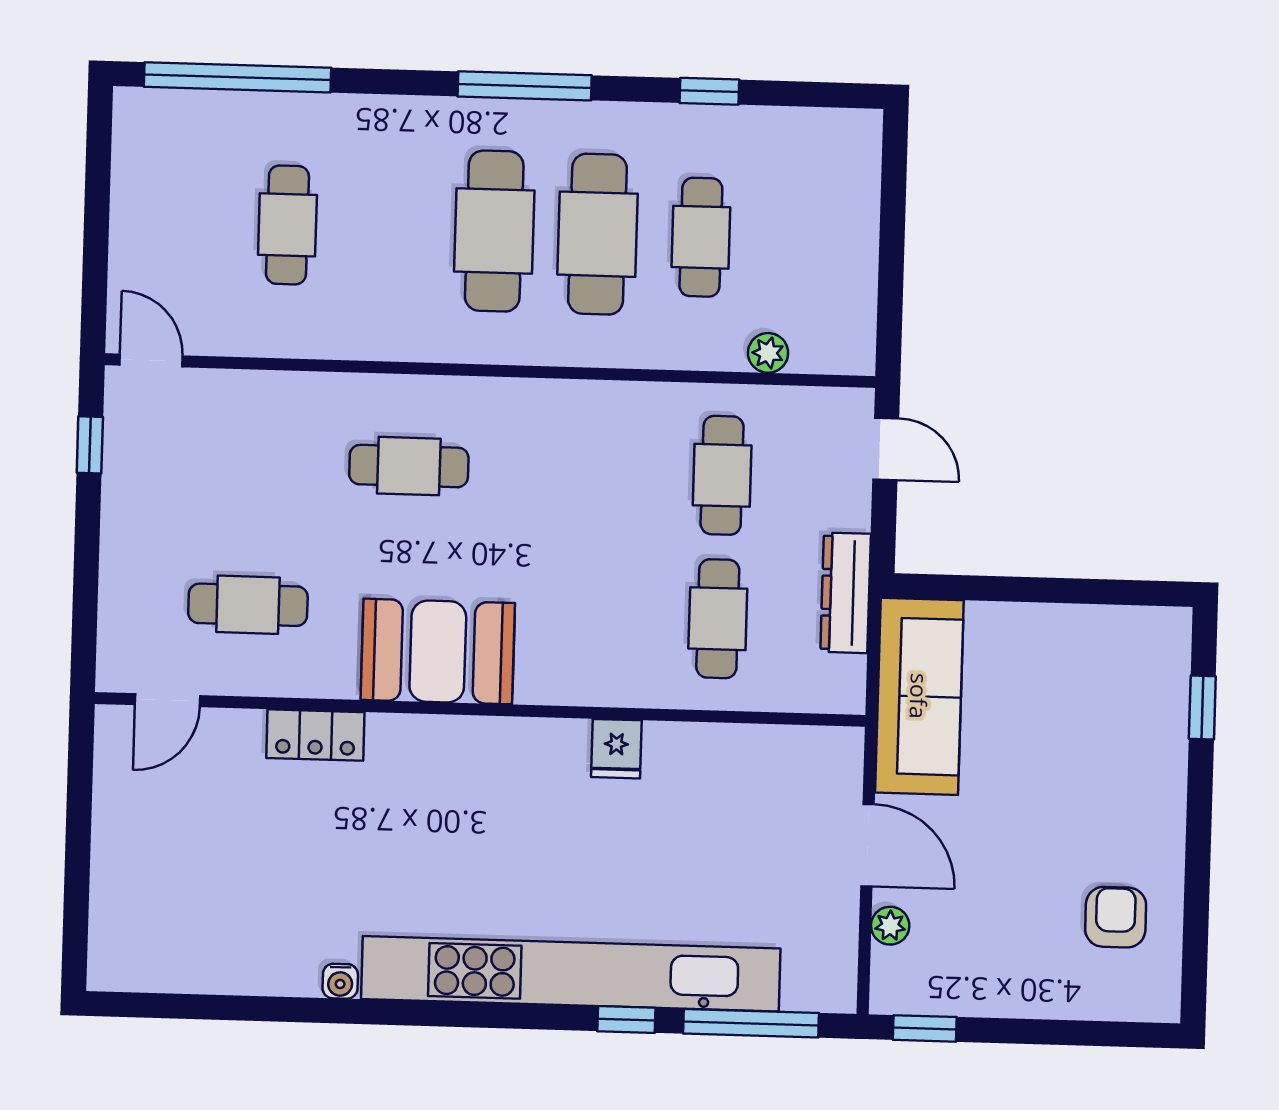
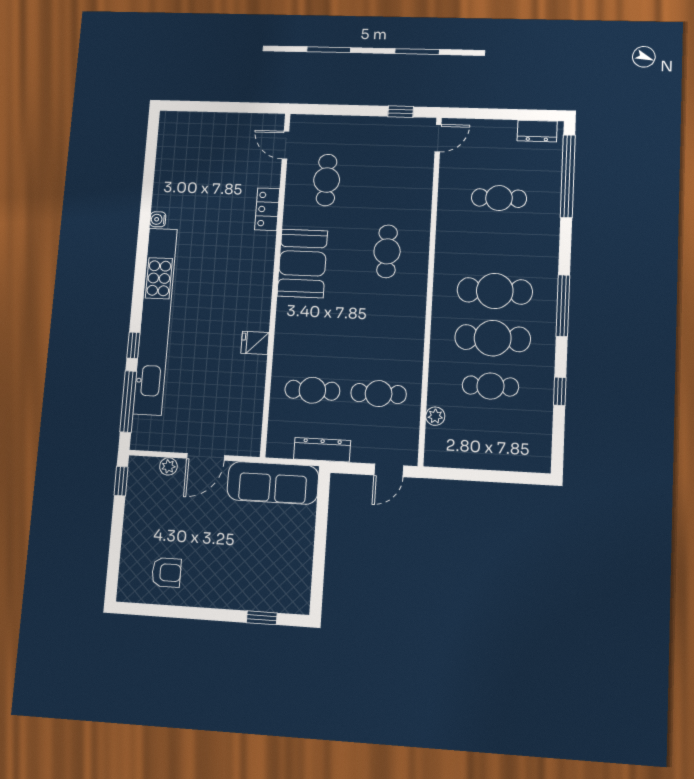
dresser: (135, 144) -> (537, 131), added

